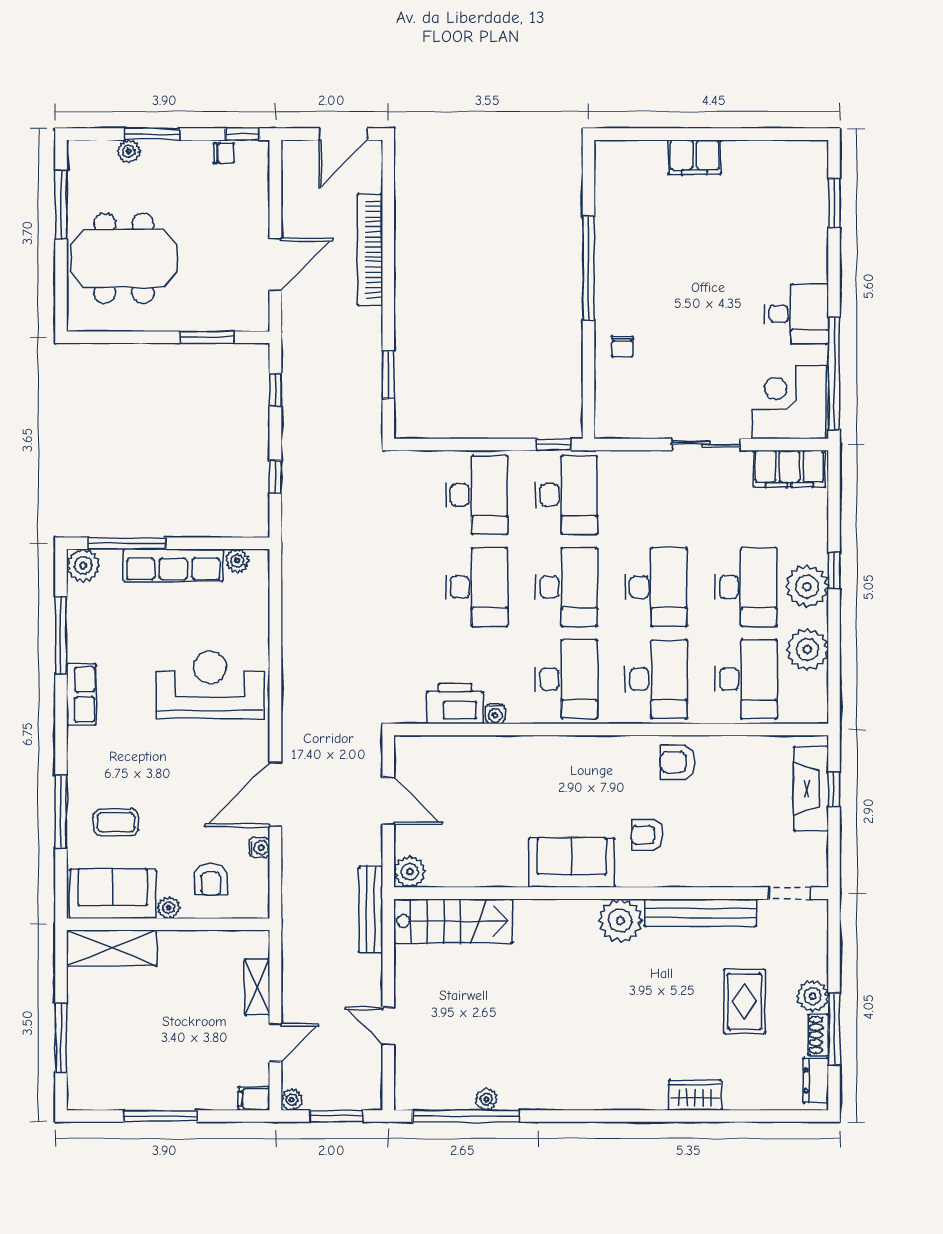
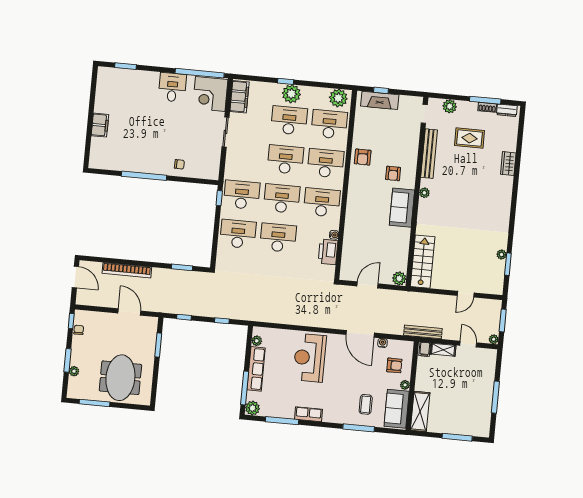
plant: (807, 649) -> (338, 98), moved
bench: (371, 909) -> (423, 332), moved
plant: (620, 921) -> (424, 193), width x0.53, depth x0.53
plant: (813, 996) -> (450, 106), moved
filing cabinet: (254, 1099) -> (425, 349), moved
window: (466, 1116) -> (508, 264), width x0.47

